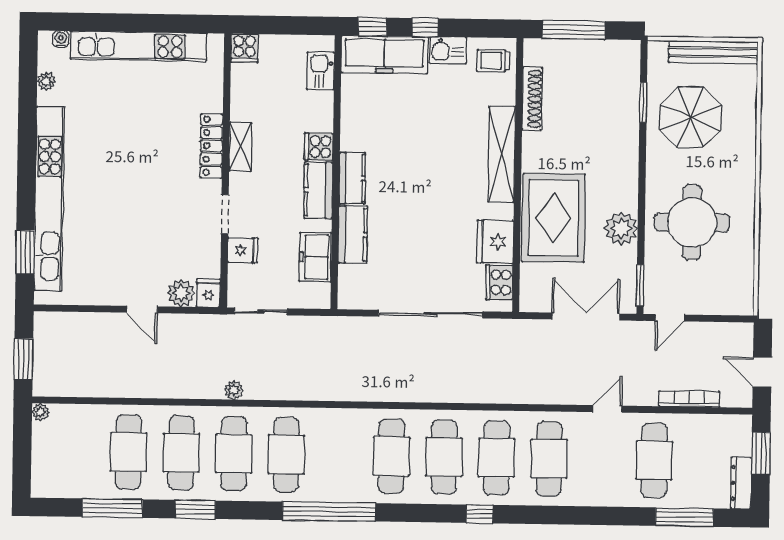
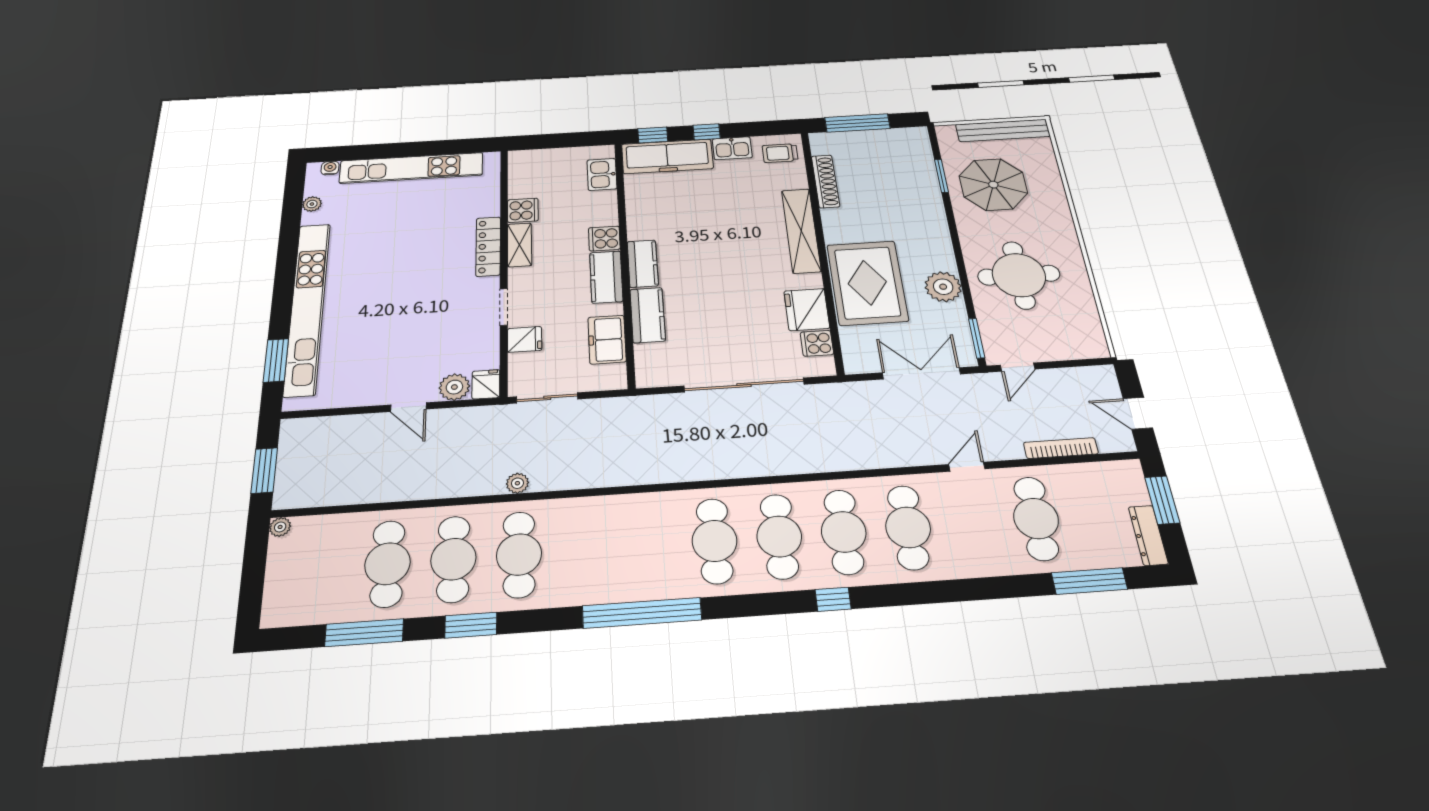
cooker: (244, 48) -> (523, 210), moved, turned -90
cooker: (499, 282) -> (817, 343), width x0.73
cafe table: (286, 454) -> (584, 550), removed

